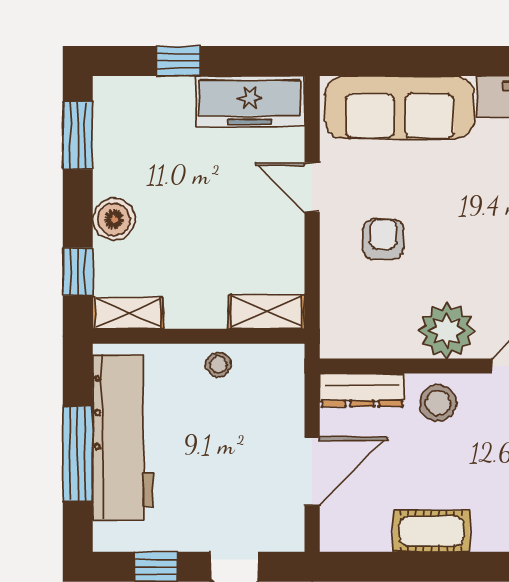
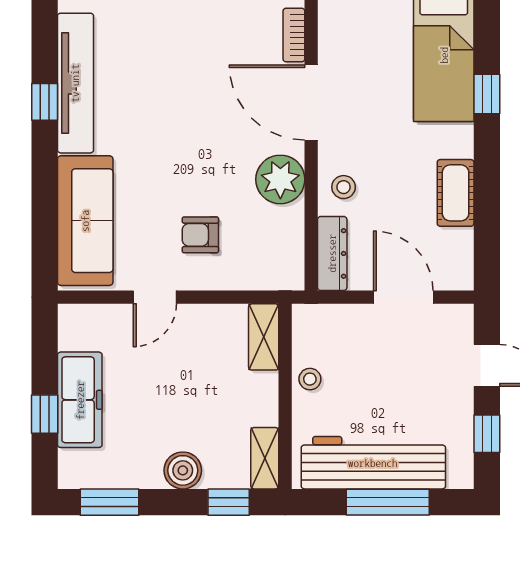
freezer: (250, 101) -> (80, 400), moved
stool: (438, 403) -> (344, 187), width x0.73, depth x0.73

